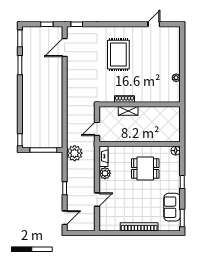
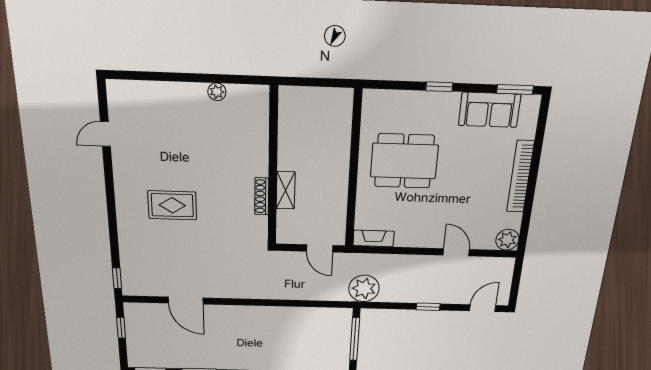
door: (154, 24) -> (105, 134), hinge flipped
door: (65, 47) -> (186, 300), moved
rug: (118, 55) -> (172, 205), width x0.73, depth x0.70
floor lamp: (176, 151) -> (372, 98), removed
dining table: (145, 169) -> (404, 161), width x1.38
plant: (105, 173) -> (507, 240), moved
door: (65, 218) -> (483, 308), hinge flipped

